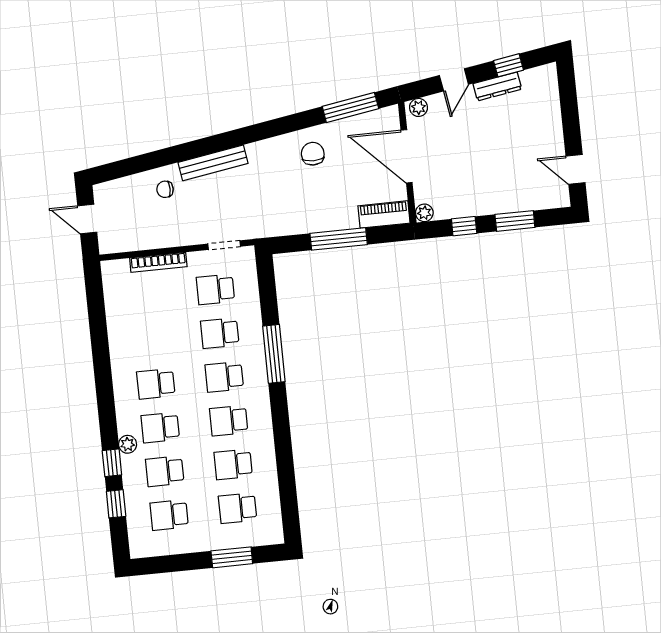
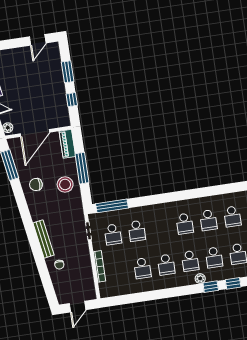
stool: (310, 207) -> (65, 184), added
plant: (424, 213) -> (65, 122), removed
window: (274, 354) -> (112, 206), moved
school desk: (224, 377) -> (142, 268), moved

